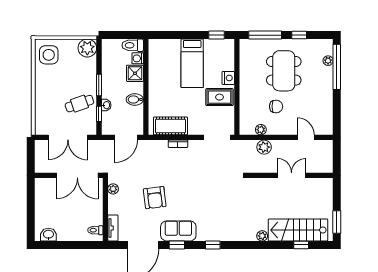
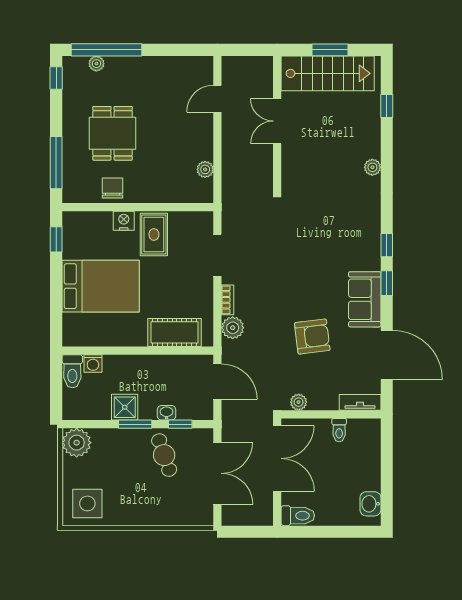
window: (299, 35) -> (56, 78), moved
bed: (192, 63) -> (101, 286), width x1.50
dining table: (284, 71) -> (113, 133), width x0.73
shower: (135, 73) -> (125, 407), moved
bidet: (135, 99) -> (158, 368), removed
chair: (276, 106) -> (113, 188), moved
cot: (170, 126) -> (175, 332), moved, turned 90
doorway: (217, 137) -> (217, 255), moved
plant: (264, 147) -> (233, 328), moved
toilet: (41, 189) -> (298, 516), added
window: (337, 222) -> (330, 50), moved
toilet: (95, 230) -> (339, 430), moved
stairs: (298, 230) -> (328, 73), moved, turned -90
window: (177, 245) -> (387, 283), moved

